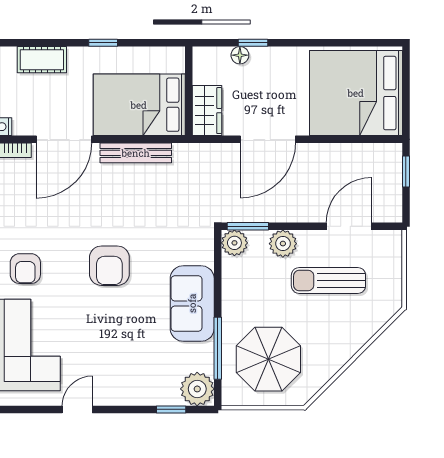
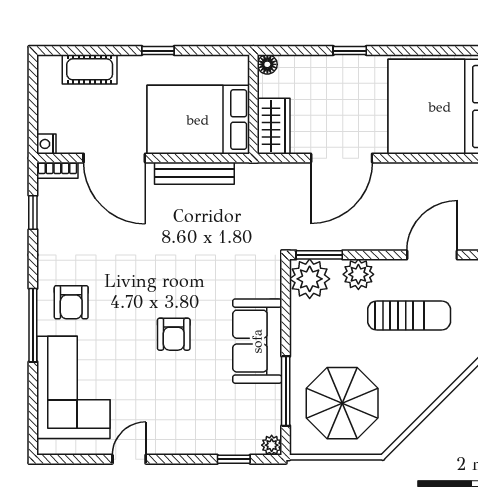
window: (253, 43) -> (350, 51), moved
floor lamp: (240, 55) -> (267, 64), moved
door: (64, 139) -> (114, 158), hinge flipped
plant: (234, 243) -> (310, 279), width x1.36, depth x1.36
armchair: (109, 266) -> (174, 334), moved, width x0.72, depth x0.72
sun lounger: (328, 280) -> (409, 315), turned 180
plant: (197, 389) -> (272, 445), width x0.53, depth x0.53

